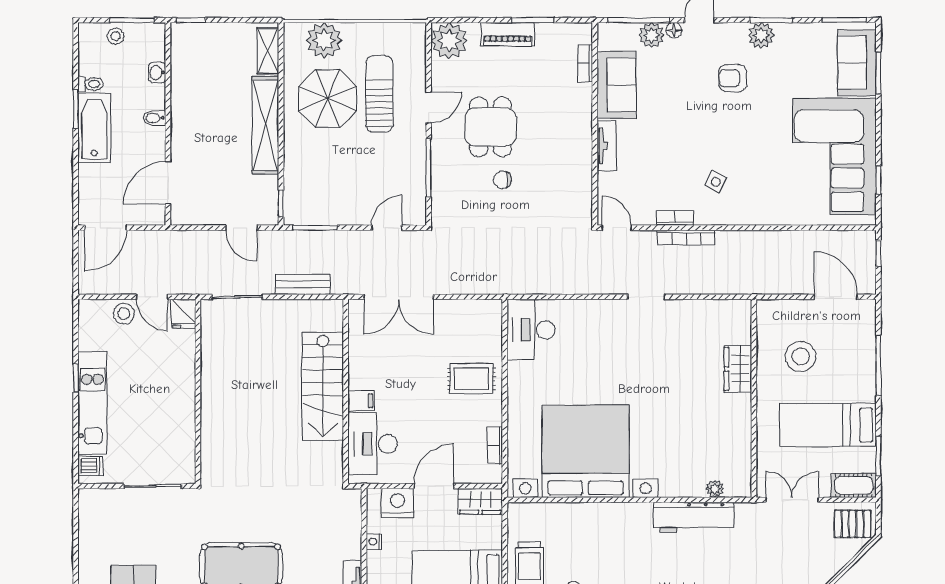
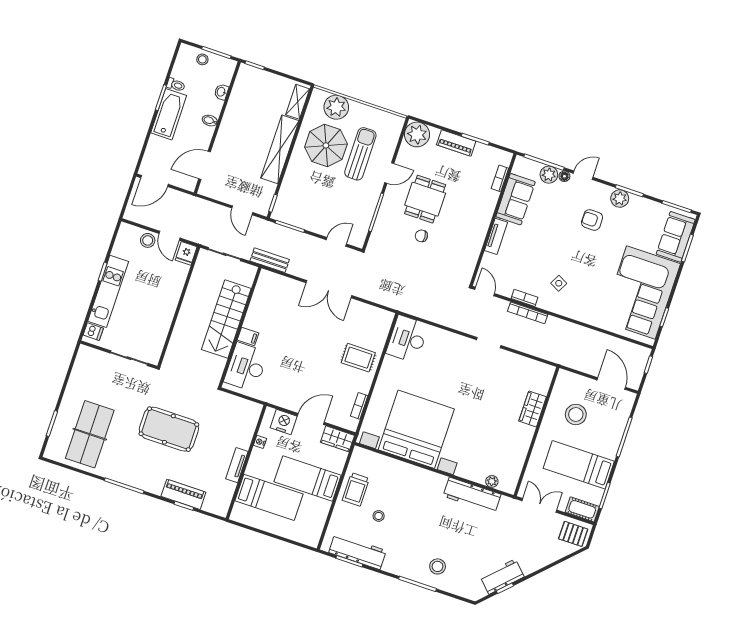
stairs: (323, 386) -> (226, 319), moved
wall: (346, 392) -> (240, 327), moved
filing cabinet: (361, 401) -> (248, 337), moved
desk: (373, 444) -> (246, 367), moved

